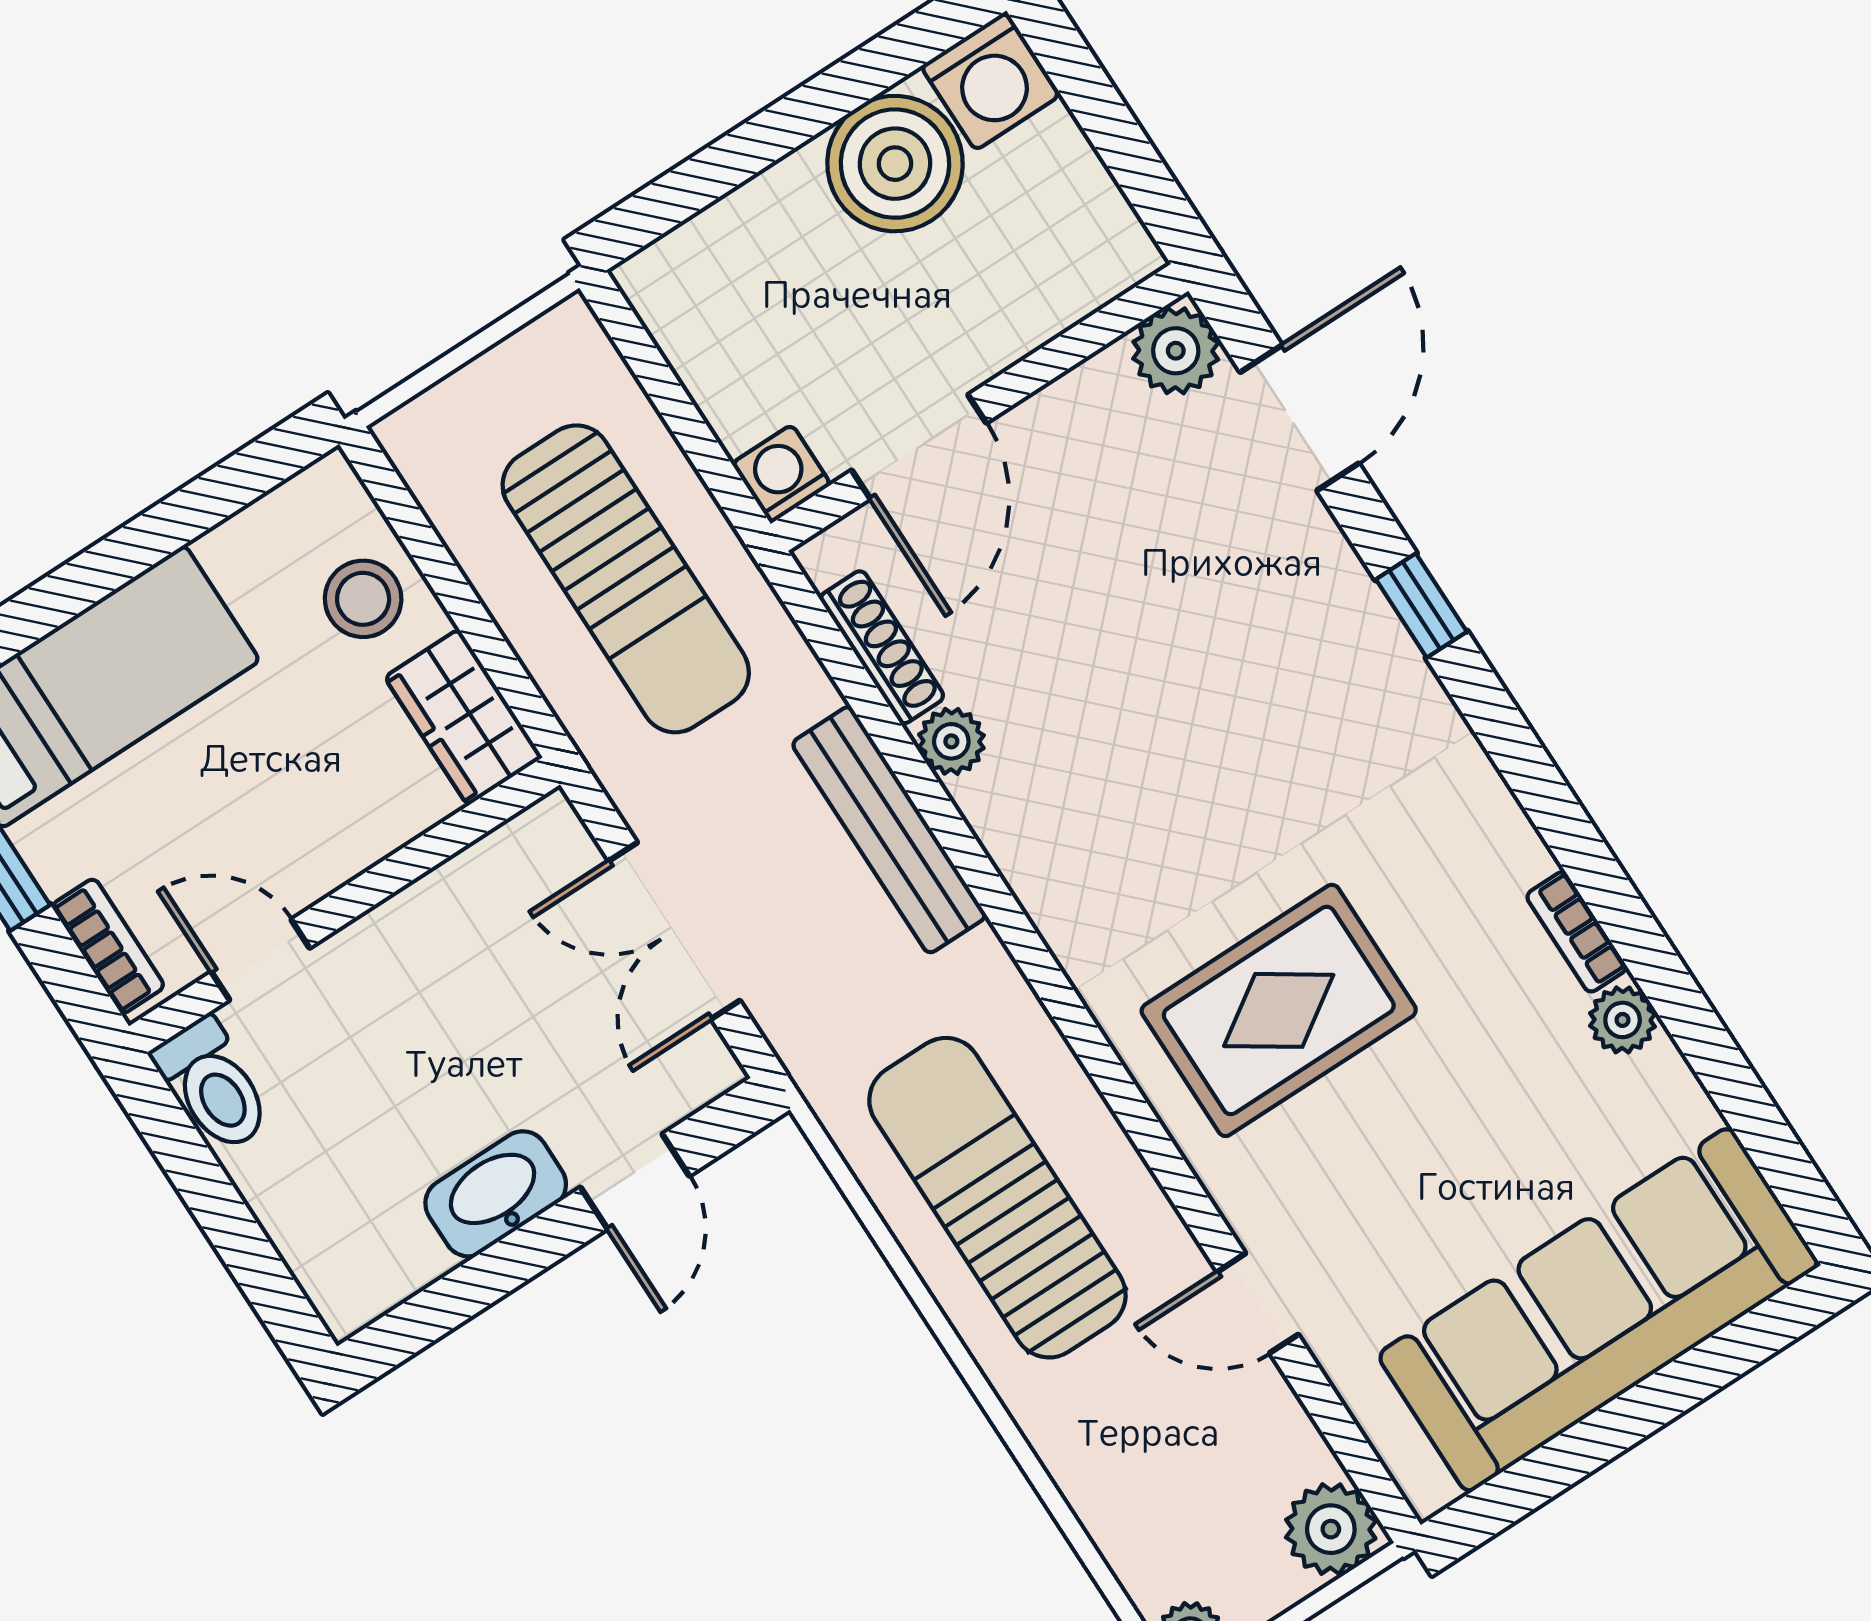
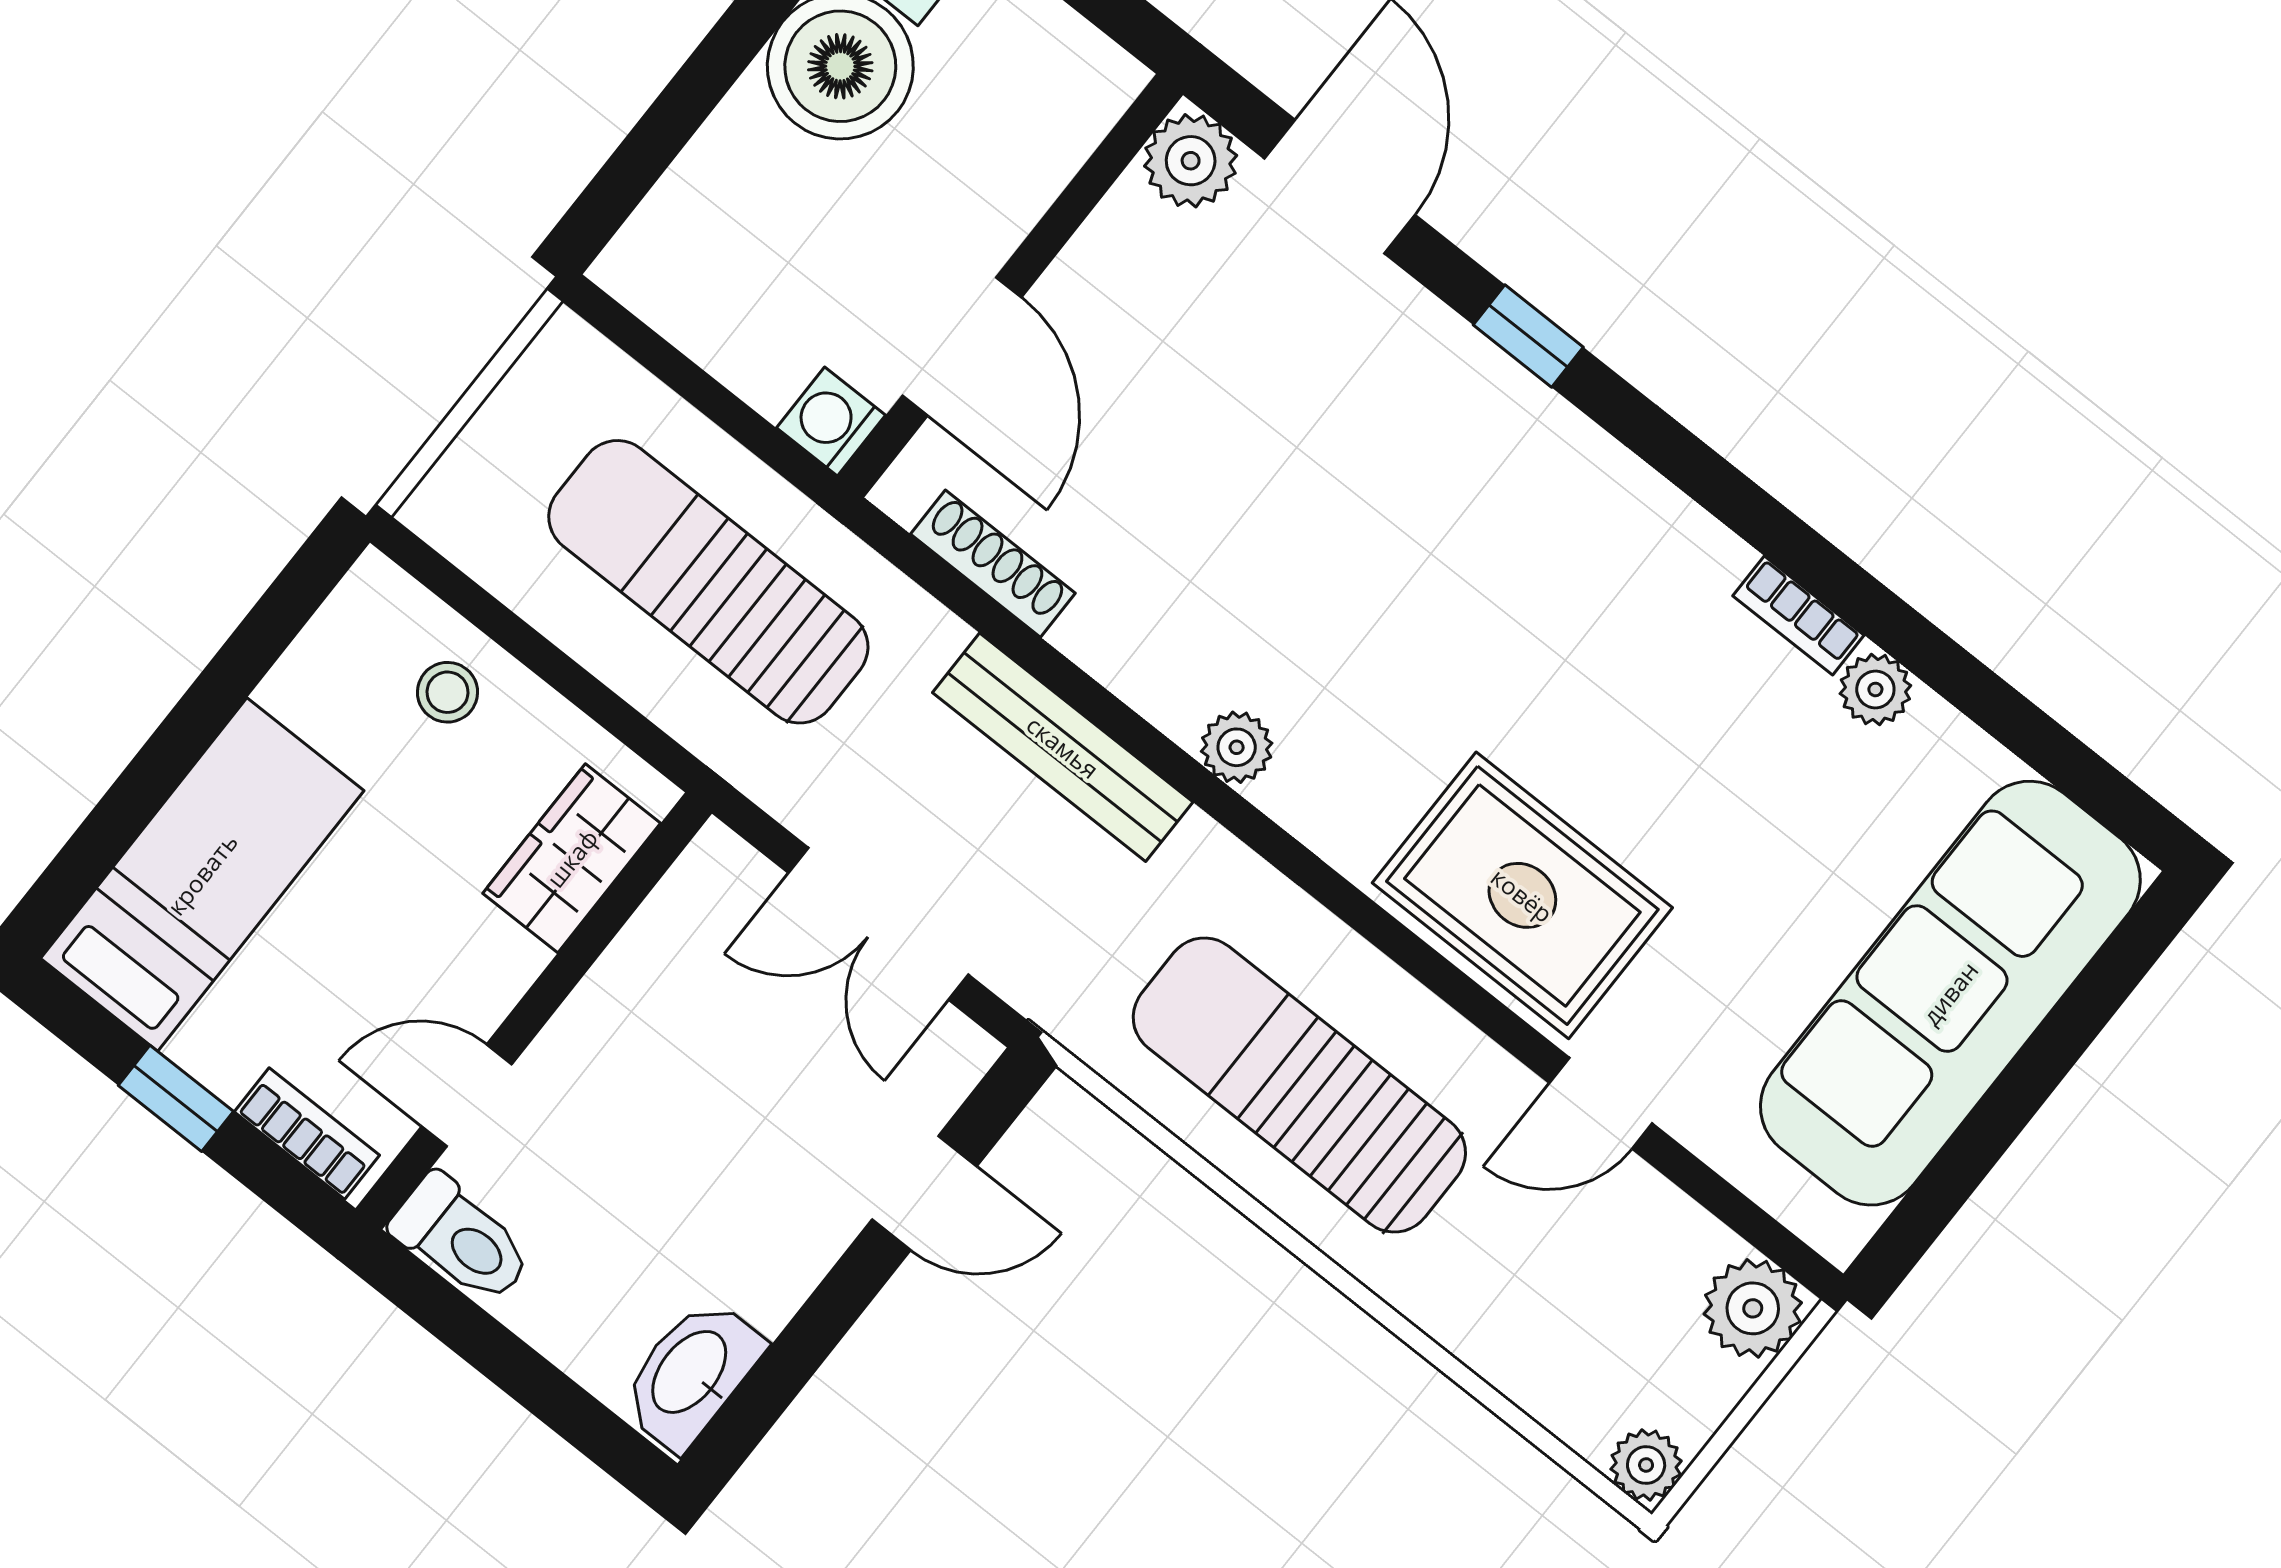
sun lounger: (626, 579) -> (708, 582), turned 180
stool: (363, 599) -> (447, 692), width x0.73, depth x0.73
wardrobe: (463, 717) -> (572, 858), moved, turned 90
plant: (951, 741) -> (1237, 747), moved
rug: (1279, 1010) -> (1522, 895), moved, turned 90
door: (635, 1182) -> (924, 1193), hinge flipped
washbasin: (496, 1194) -> (691, 1374), moved

